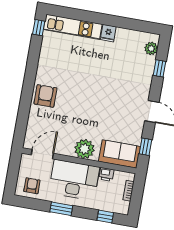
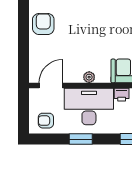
plant: (84, 149) -> (89, 77), width x0.53, depth x0.53
armchair: (32, 186) -> (46, 121), turned -90

